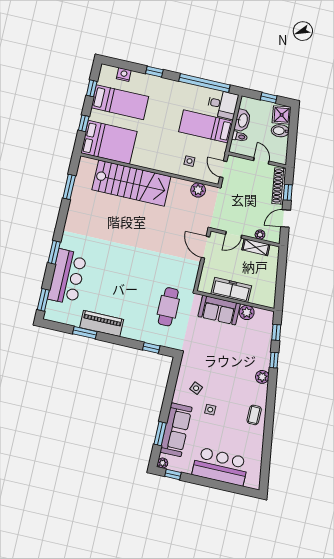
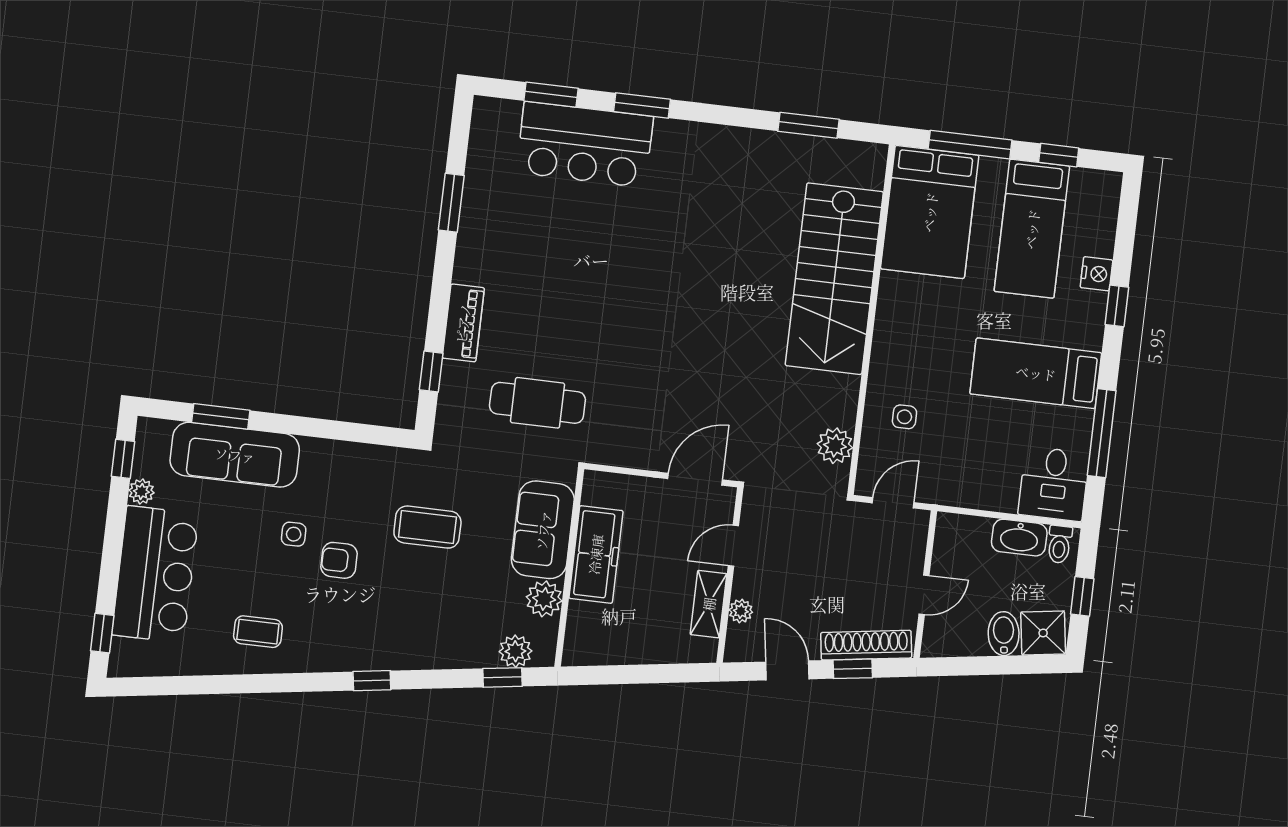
nightstand: (124, 74) -> (1096, 274), moved
window: (204, 83) -> (1102, 433), width x0.68
window: (84, 123) -> (970, 145), width x2.17
bed: (206, 126) -> (1036, 373), moved, turned -90
toilet: (240, 137) -> (1060, 544), moved
door: (234, 235) -> (733, 546), hinge flipped
window: (43, 300) -> (551, 95), moved
piano: (102, 323) -> (463, 323), moved, width x0.73, depth x0.75
coffee table: (213, 356) -> (427, 527), added
window: (274, 360) -> (372, 681), moved
plant: (262, 377) -> (515, 651), moved
side table: (196, 388) -> (343, 493), removed
armchair: (223, 393) -> (339, 560), added
coffee table: (254, 415) -> (258, 632), moved
plant: (163, 463) -> (141, 491), moved
window: (242, 490) -> (102, 633), added

